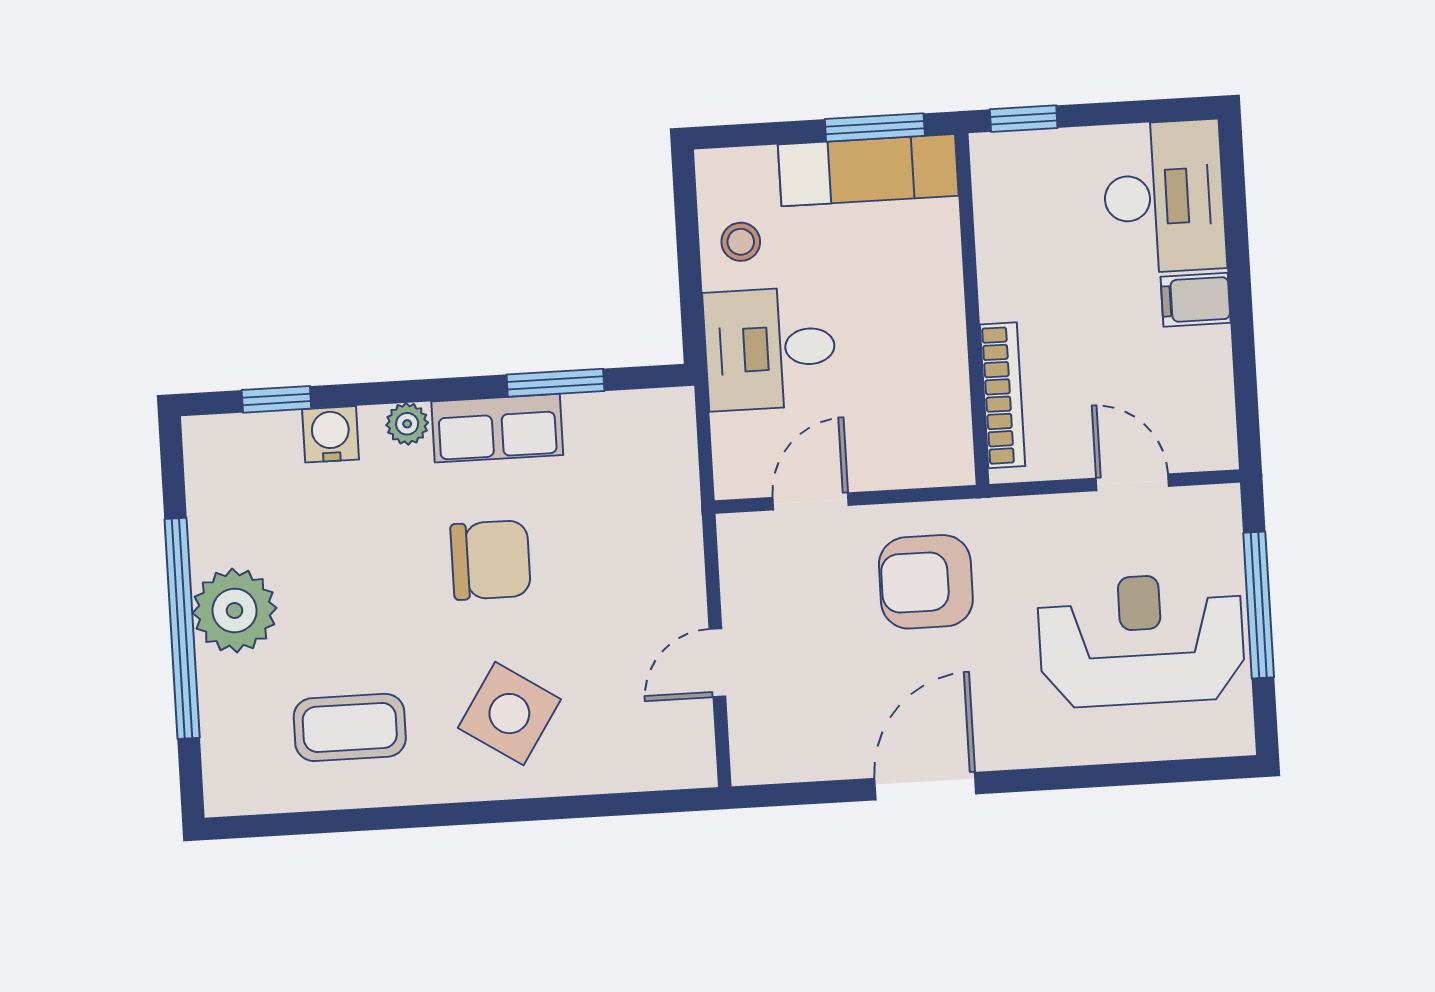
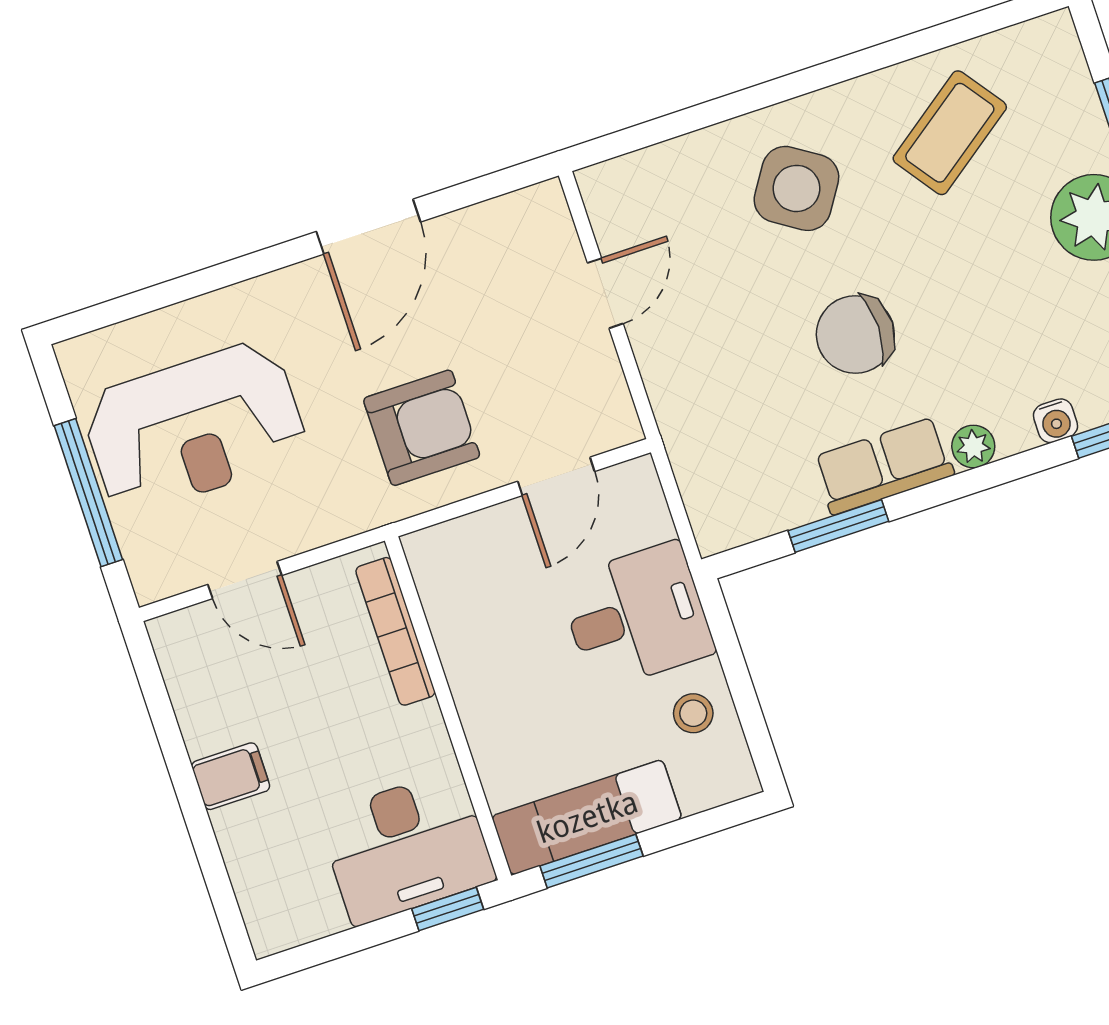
desk: (1164, 197) -> (407, 847), moved, turned -90
water cooler: (331, 434) -> (1055, 421), width x0.72, depth x0.72
coffee table: (350, 727) -> (950, 133), turned -36

